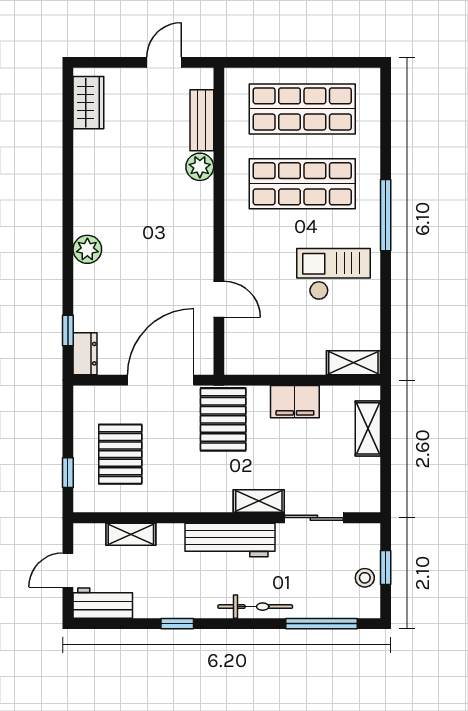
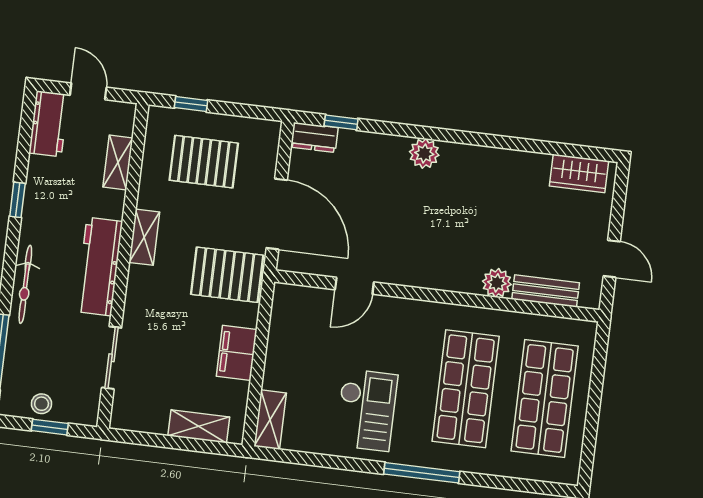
shelving: (259, 501) -> (144, 237), moved

